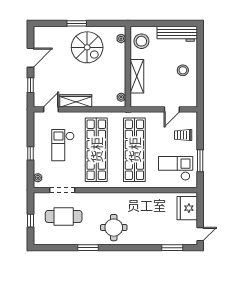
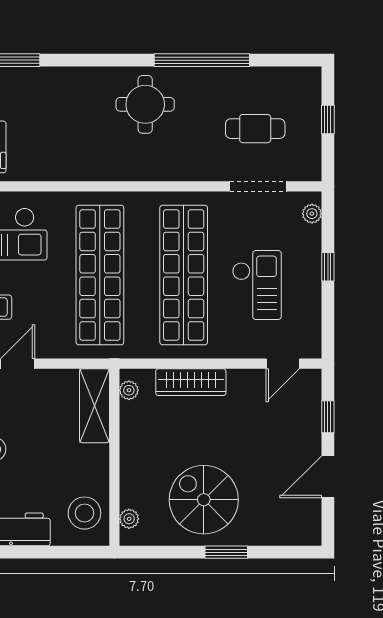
shelving: (137, 76) -> (94, 406), moved
wardrobe: (76, 101) -> (191, 382), moved
cafe table: (64, 216) -> (255, 129), width x0.73, depth x0.74
window: (88, 248) -> (202, 60), width x2.11

